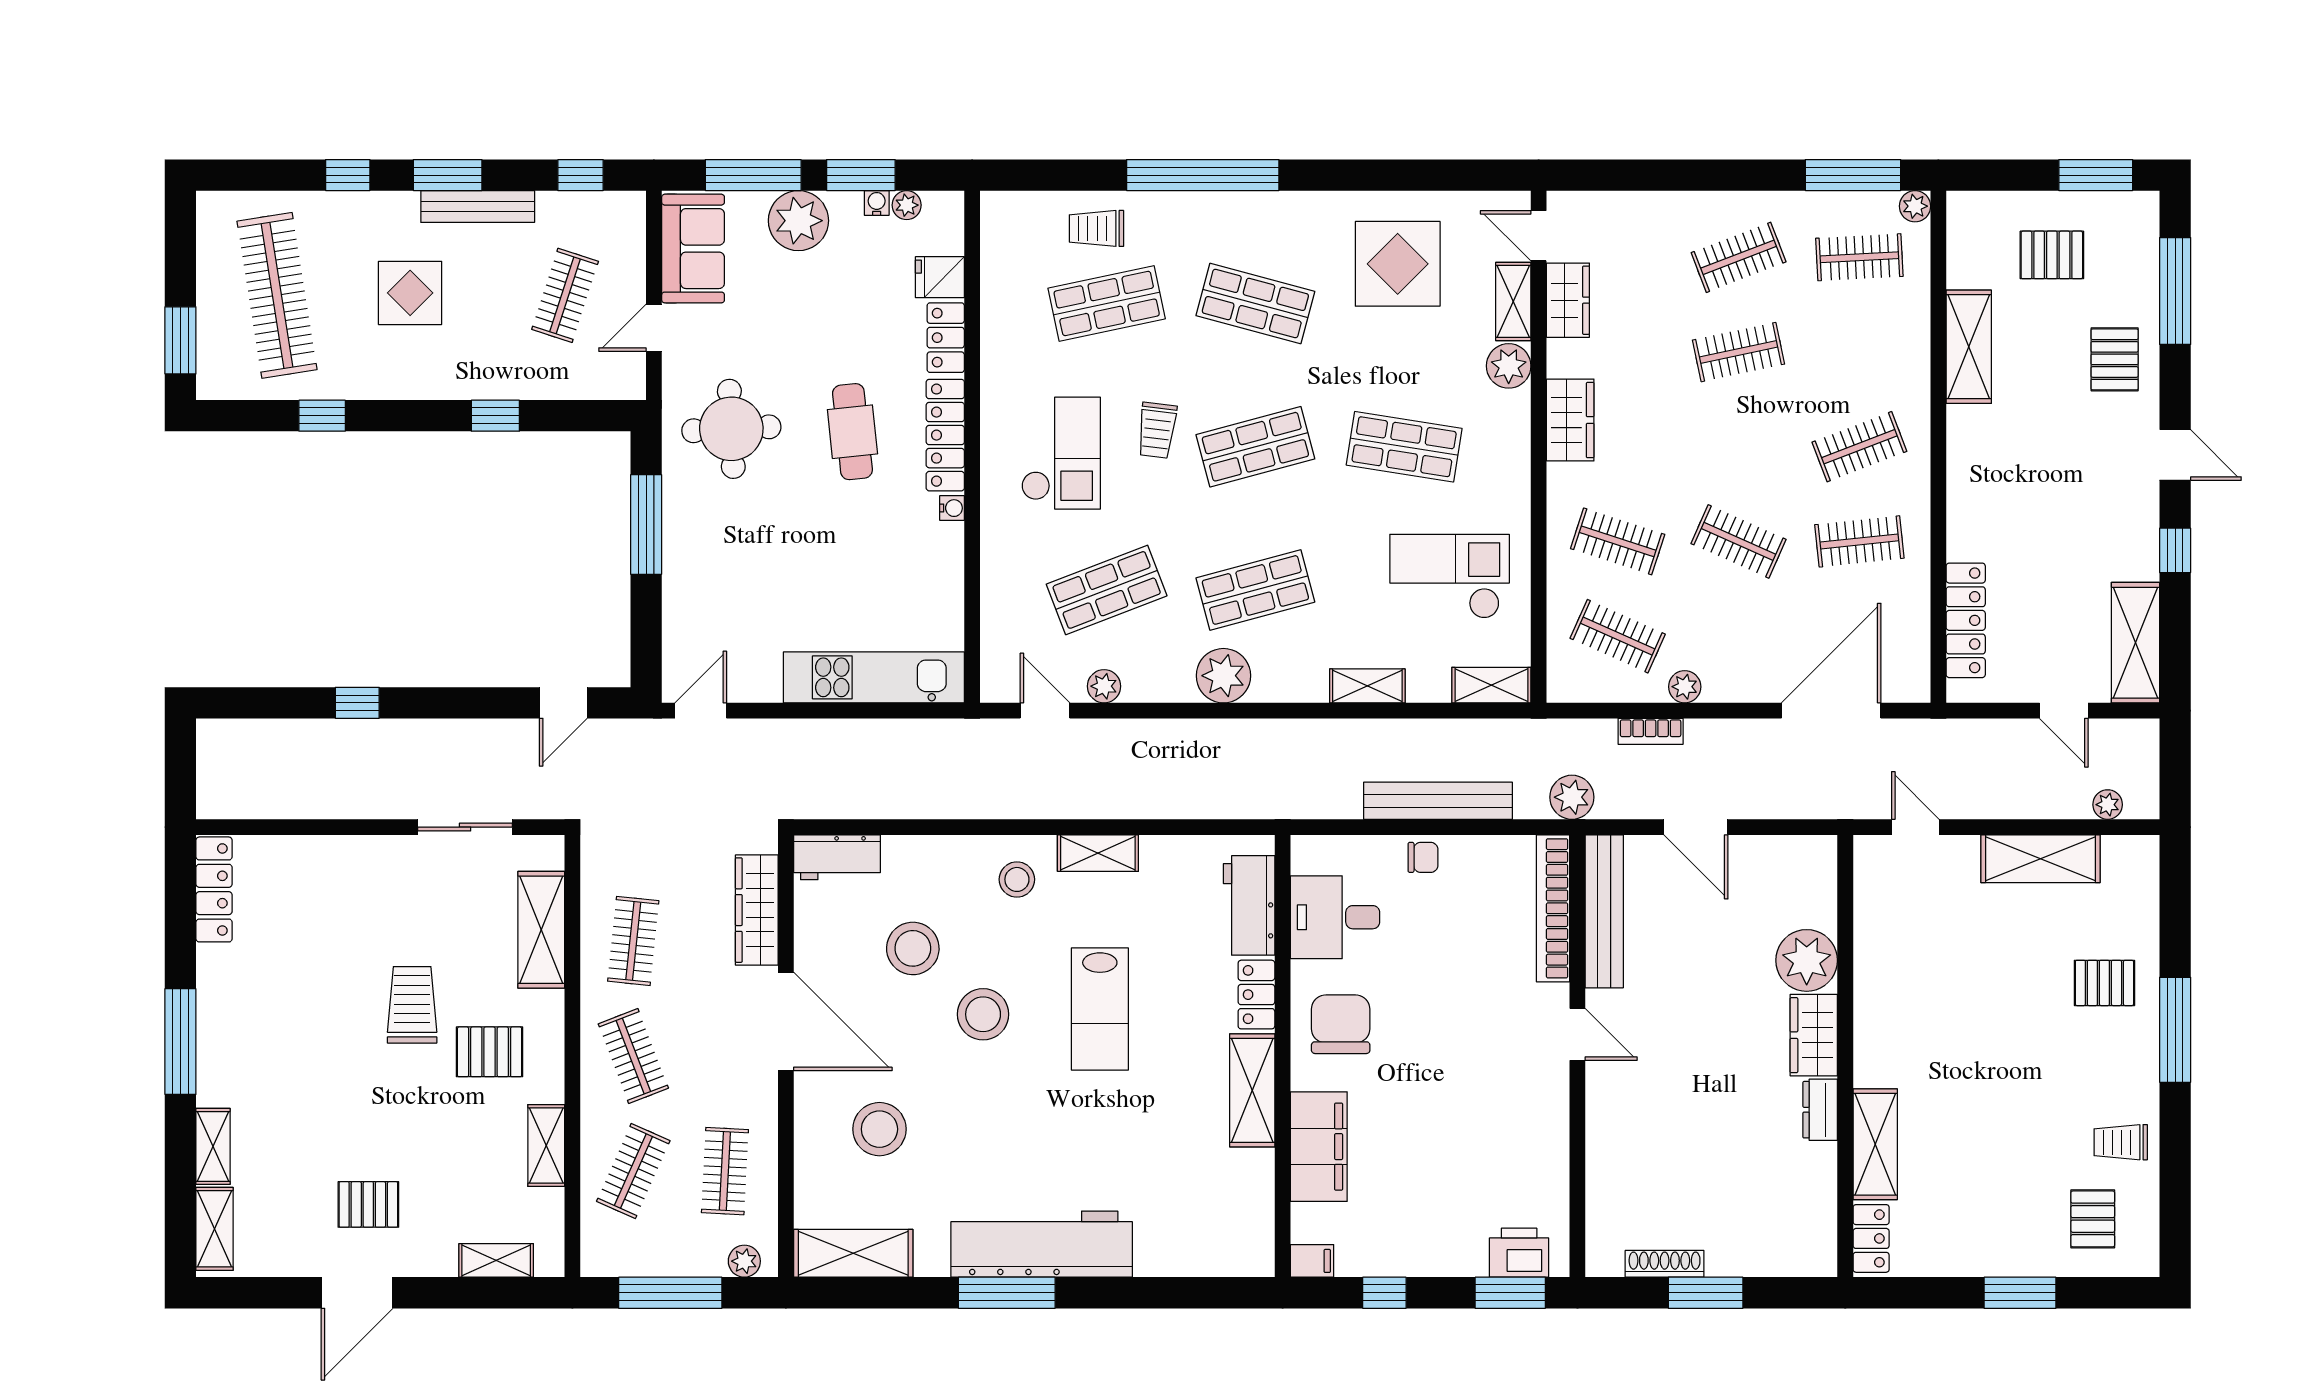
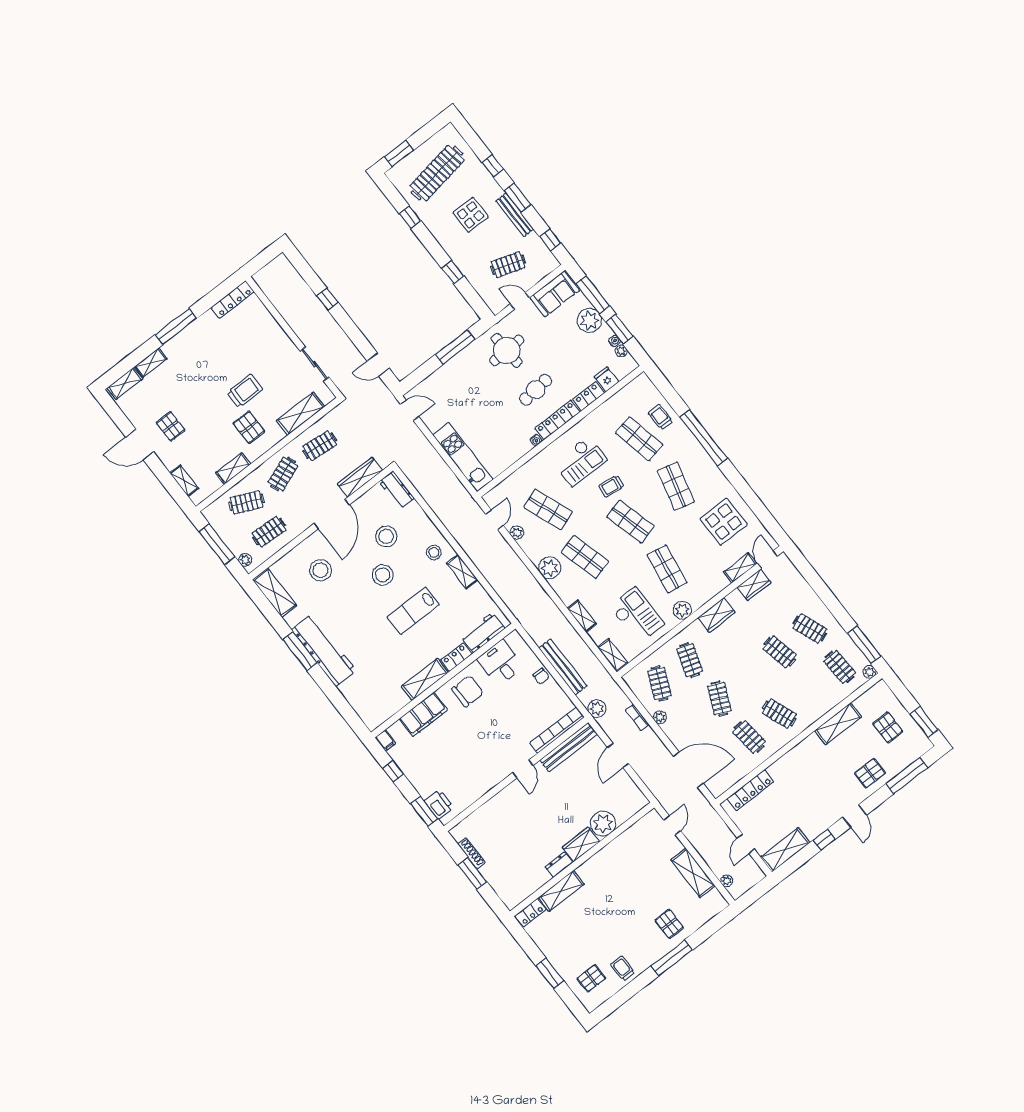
plant: (1509, 366) -> (682, 610), moved

